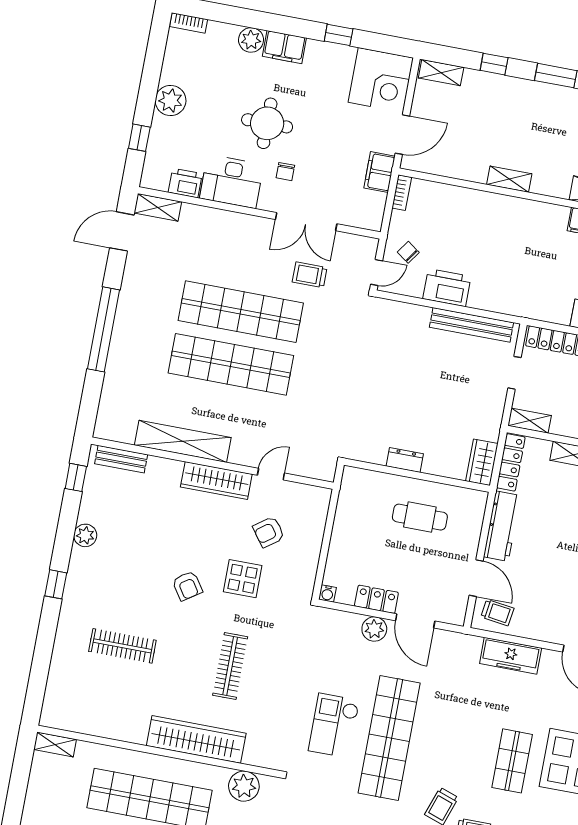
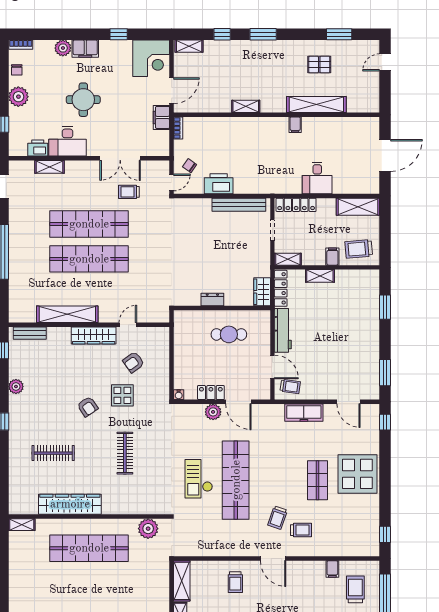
chair: (285, 172) -> (17, 70), moved
shelving: (158, 207) -> (50, 167), moved
wardrobe: (196, 739) -> (70, 504), moved

